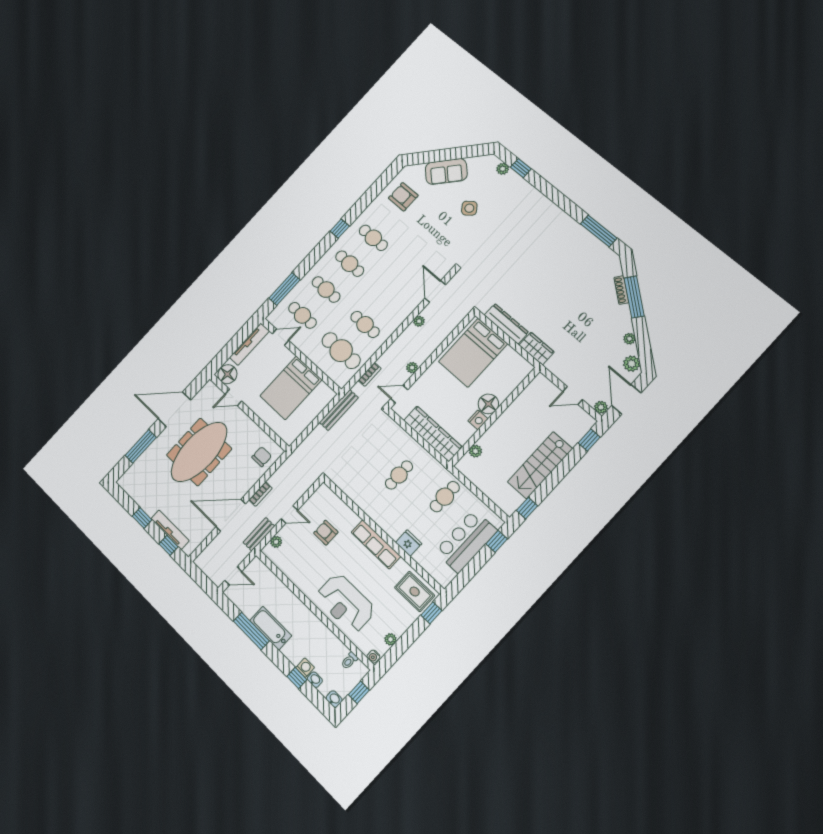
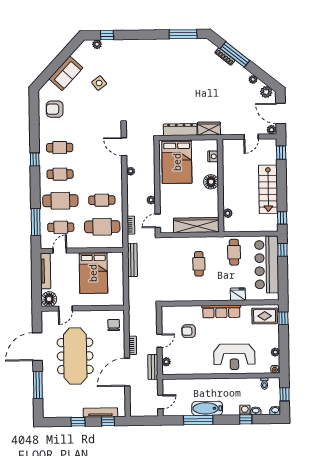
cafe table: (326, 290) -> (60, 201), width x1.37, depth x1.35
nightstand: (478, 420) -> (213, 156), moved
bar counter: (466, 541) -> (267, 265), width x1.36

